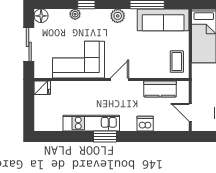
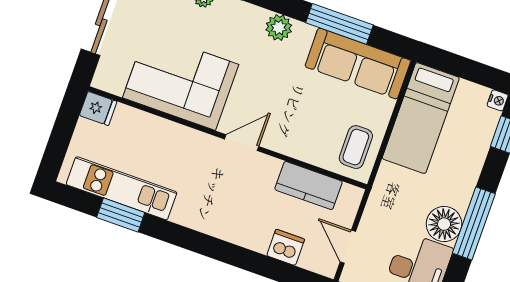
kitchen unit: (91, 123) -> (122, 188), moved
dishwasher: (145, 124) -> (286, 247), moved
window: (105, 137) -> (121, 215), moved

